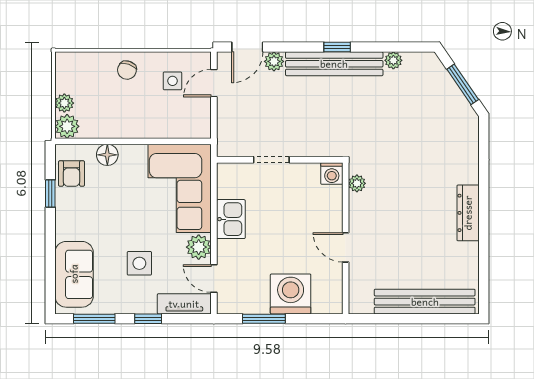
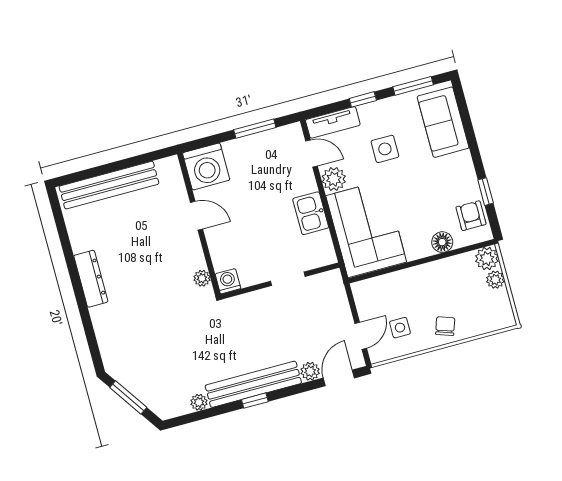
washing machine: (291, 294) -> (206, 166), moved

